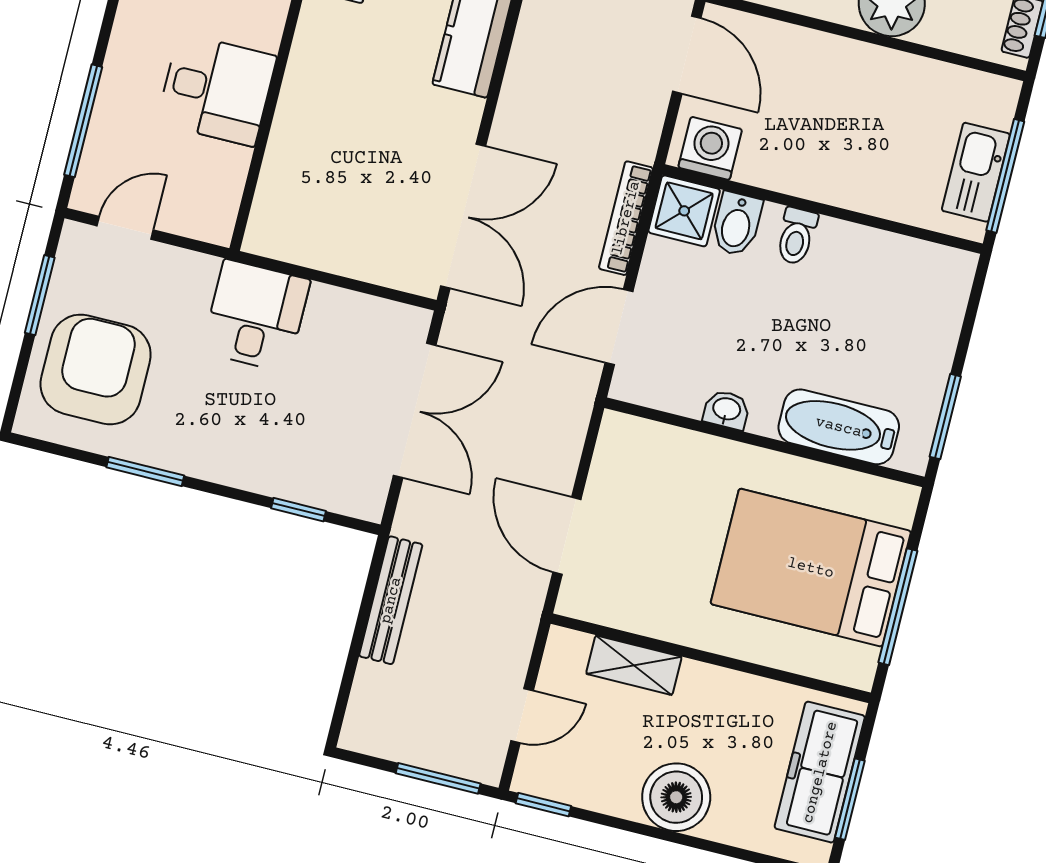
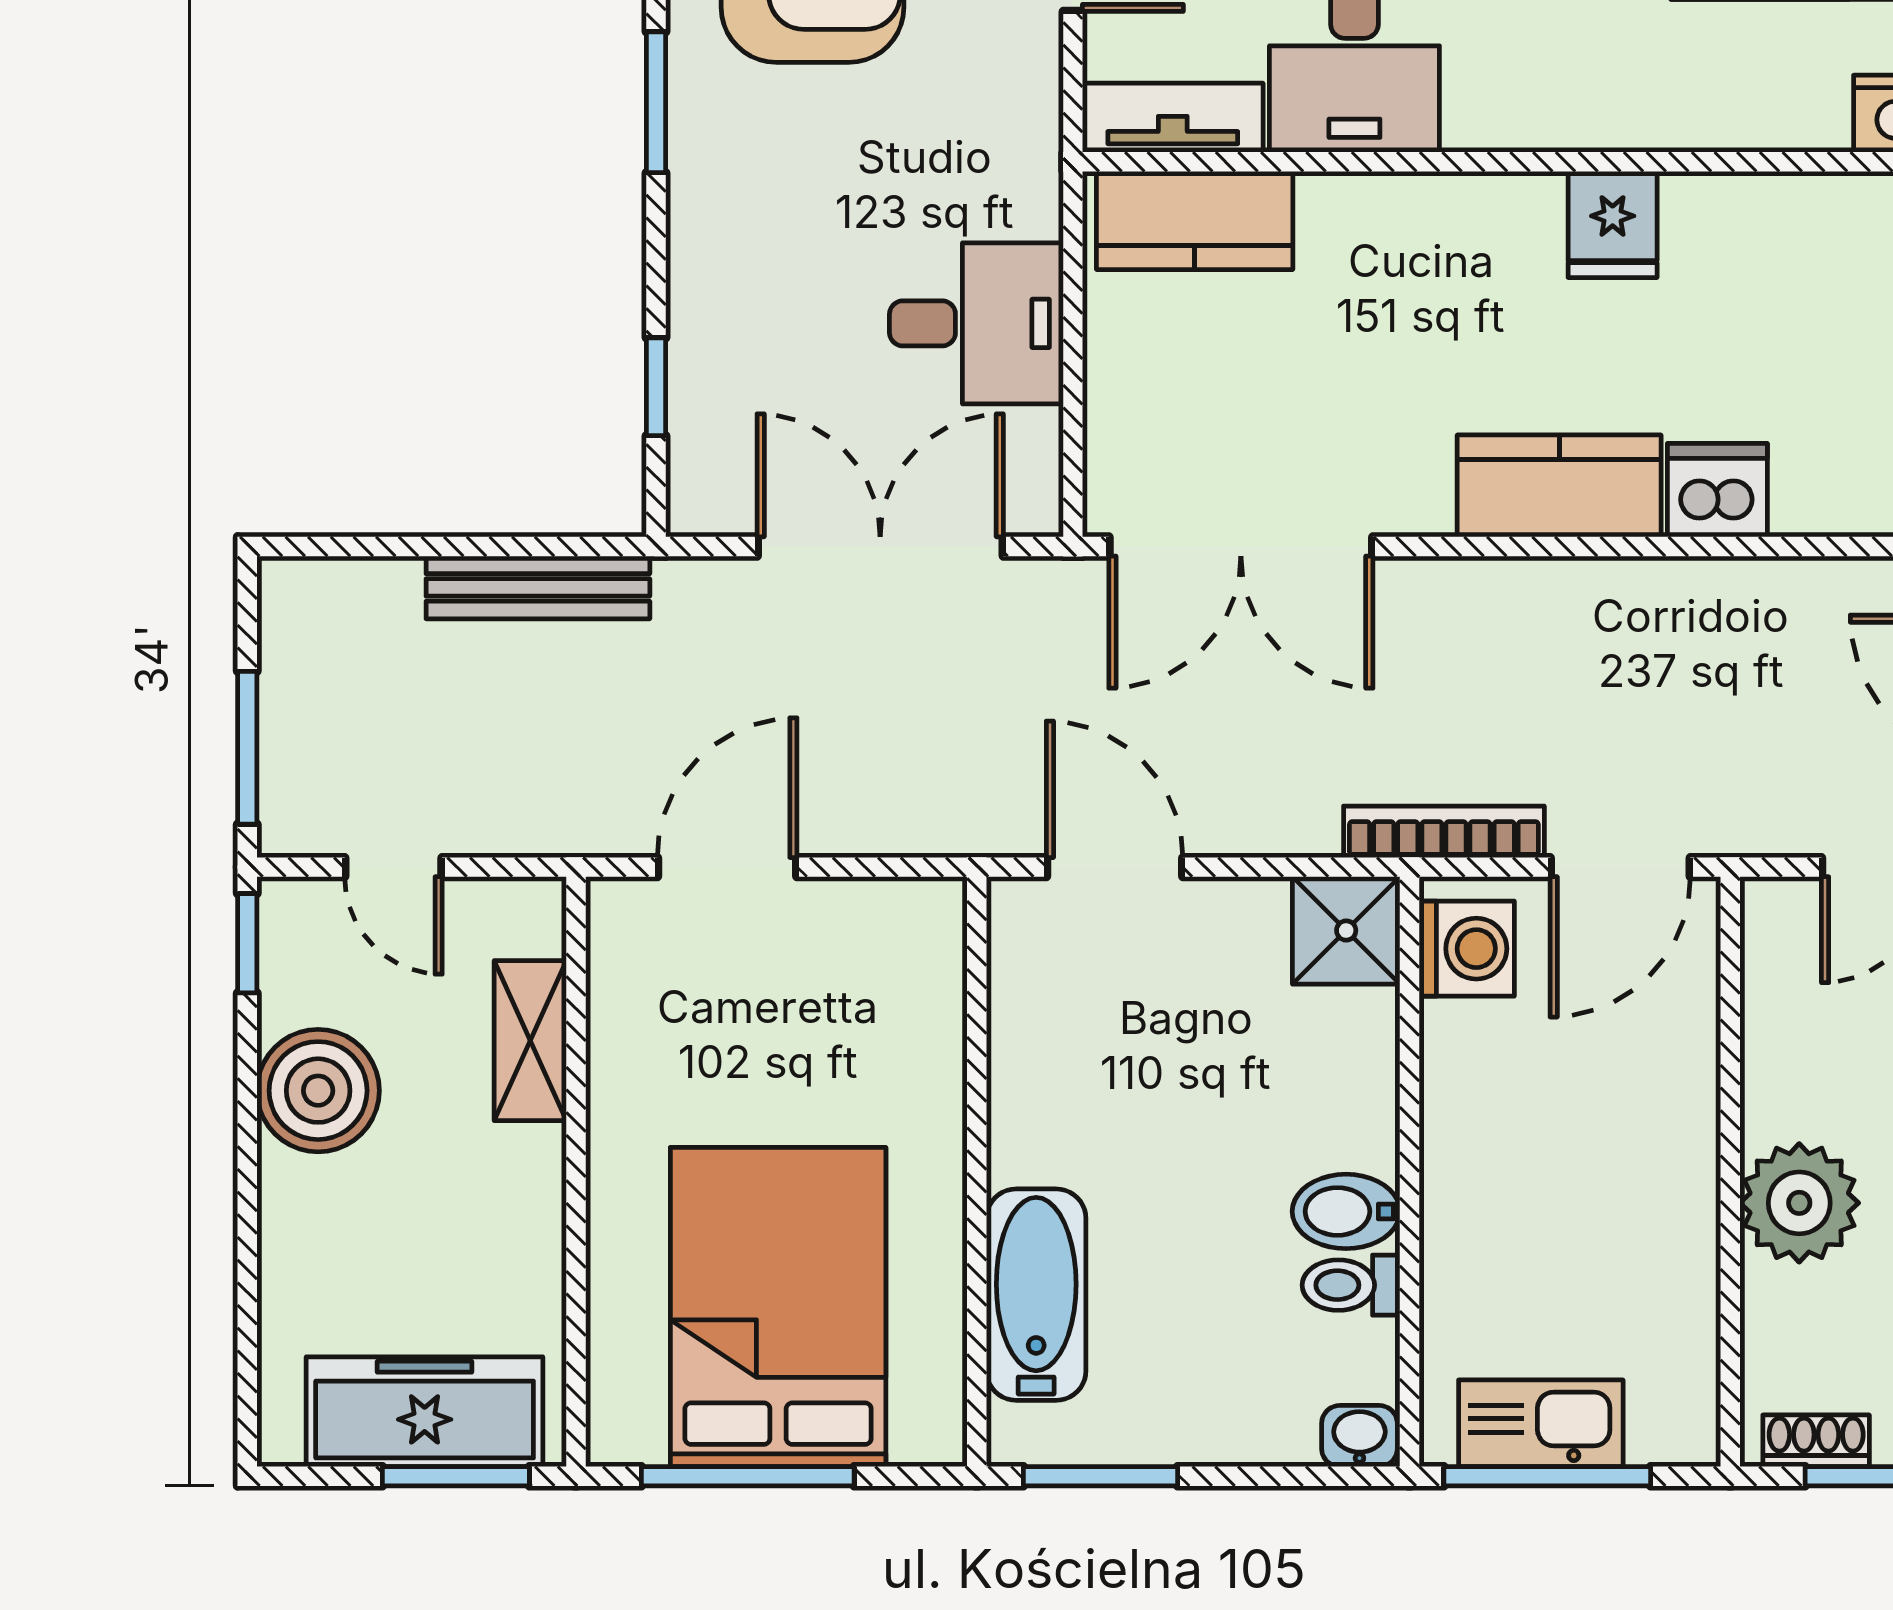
tv unit: (223, 195) -> (1173, 118), added
kitchen counter: (281, 197) -> (1195, 220), added
bookcase: (626, 218) -> (1444, 832), moved
bidet: (737, 224) -> (1346, 1211), moved
toilet: (797, 236) -> (1351, 1285), moved
desk: (256, 316) -> (976, 323), moved
double door: (415, 410) -> (880, 546), swing flipped
washbasin: (726, 410) -> (1359, 1436), moved, turned -90
boiler: (676, 797) -> (318, 1091), moved
window: (850, 799) -> (456, 1476), moved

